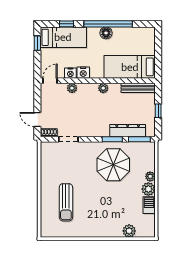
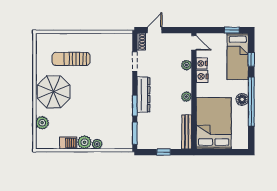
bed: (130, 67) -> (214, 123), width x1.50
dresser: (128, 131) -> (143, 95), moved
parasol: (113, 165) -> (54, 92), moved

